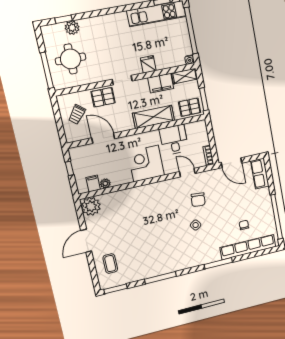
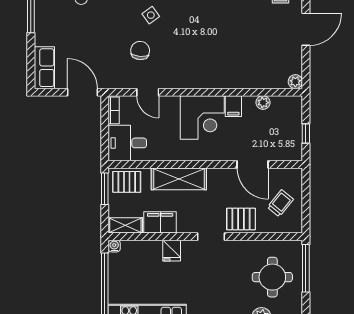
desk: (174, 140) -> (127, 143), moved, turned 90
filing cabinet: (93, 183) -> (233, 106), moved
plant: (91, 206) -> (295, 82), width x0.53, depth x0.53

